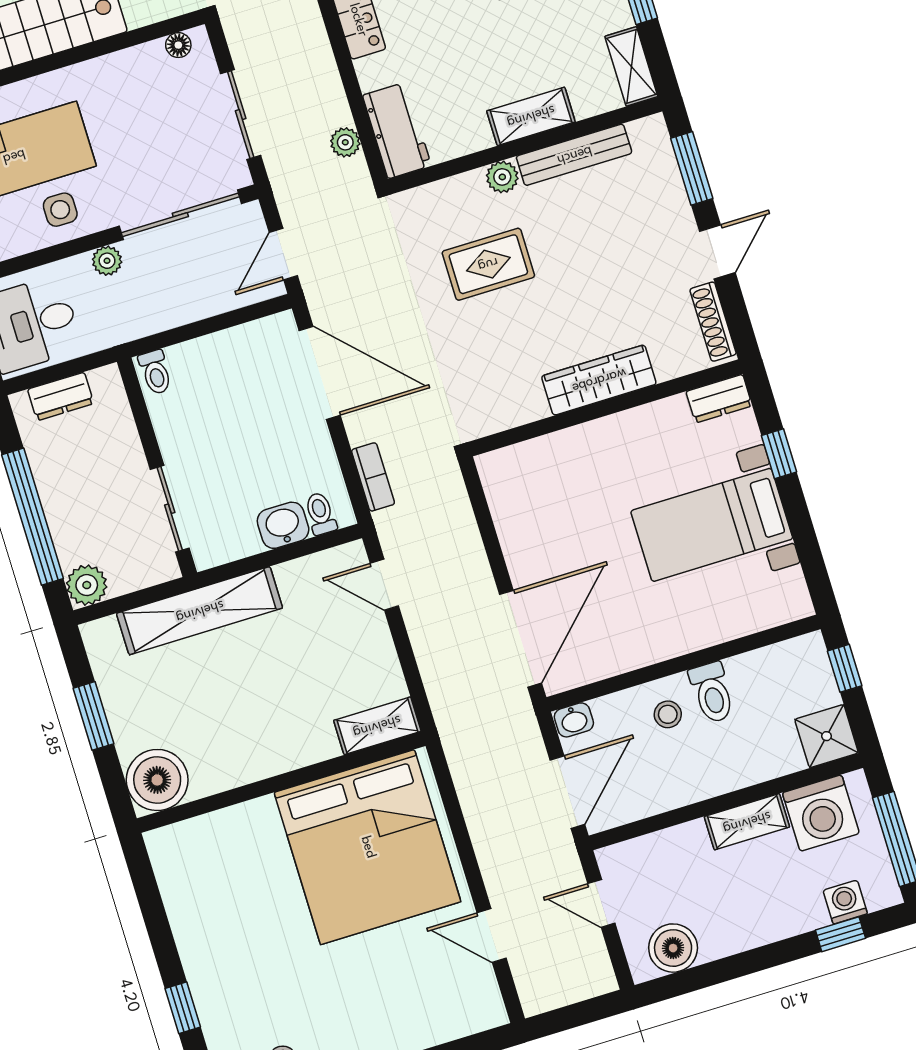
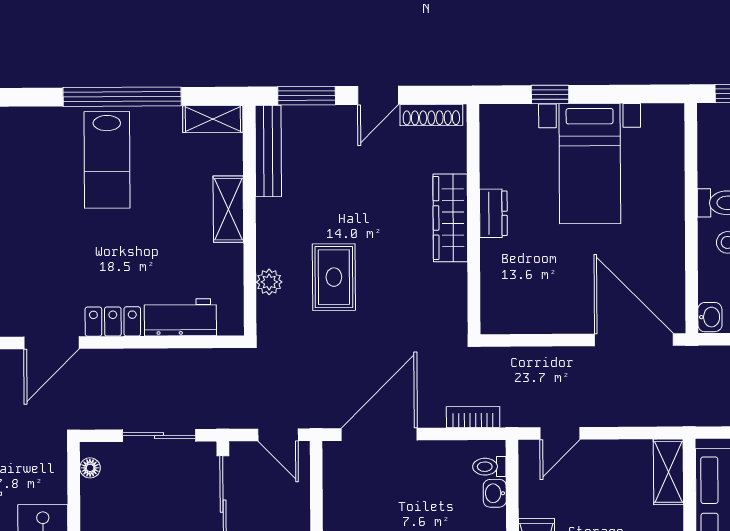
workbench: (397, 130) -> (180, 317), moved
plant: (345, 142) -> (205, 360), removed
bench: (574, 155) -> (268, 151), moved
plant: (502, 177) -> (269, 282), moved
door: (717, 252) -> (378, 95), swing flipped
dresser: (719, 399) -> (493, 213), moved
washbasin: (283, 525) -> (495, 493), width x0.72, depth x0.69

